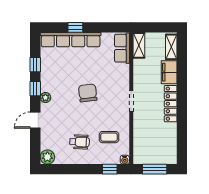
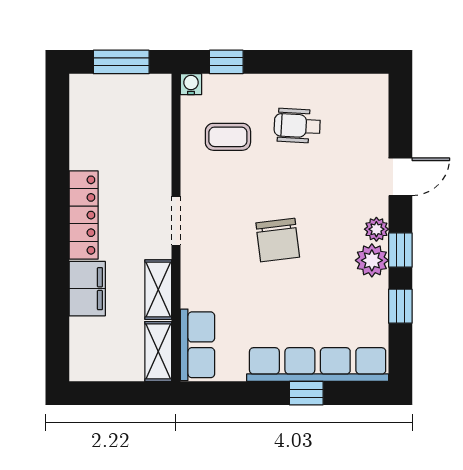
shelving: (171, 47) -> (158, 290), moved
plant: (47, 157) -> (372, 260), moved

